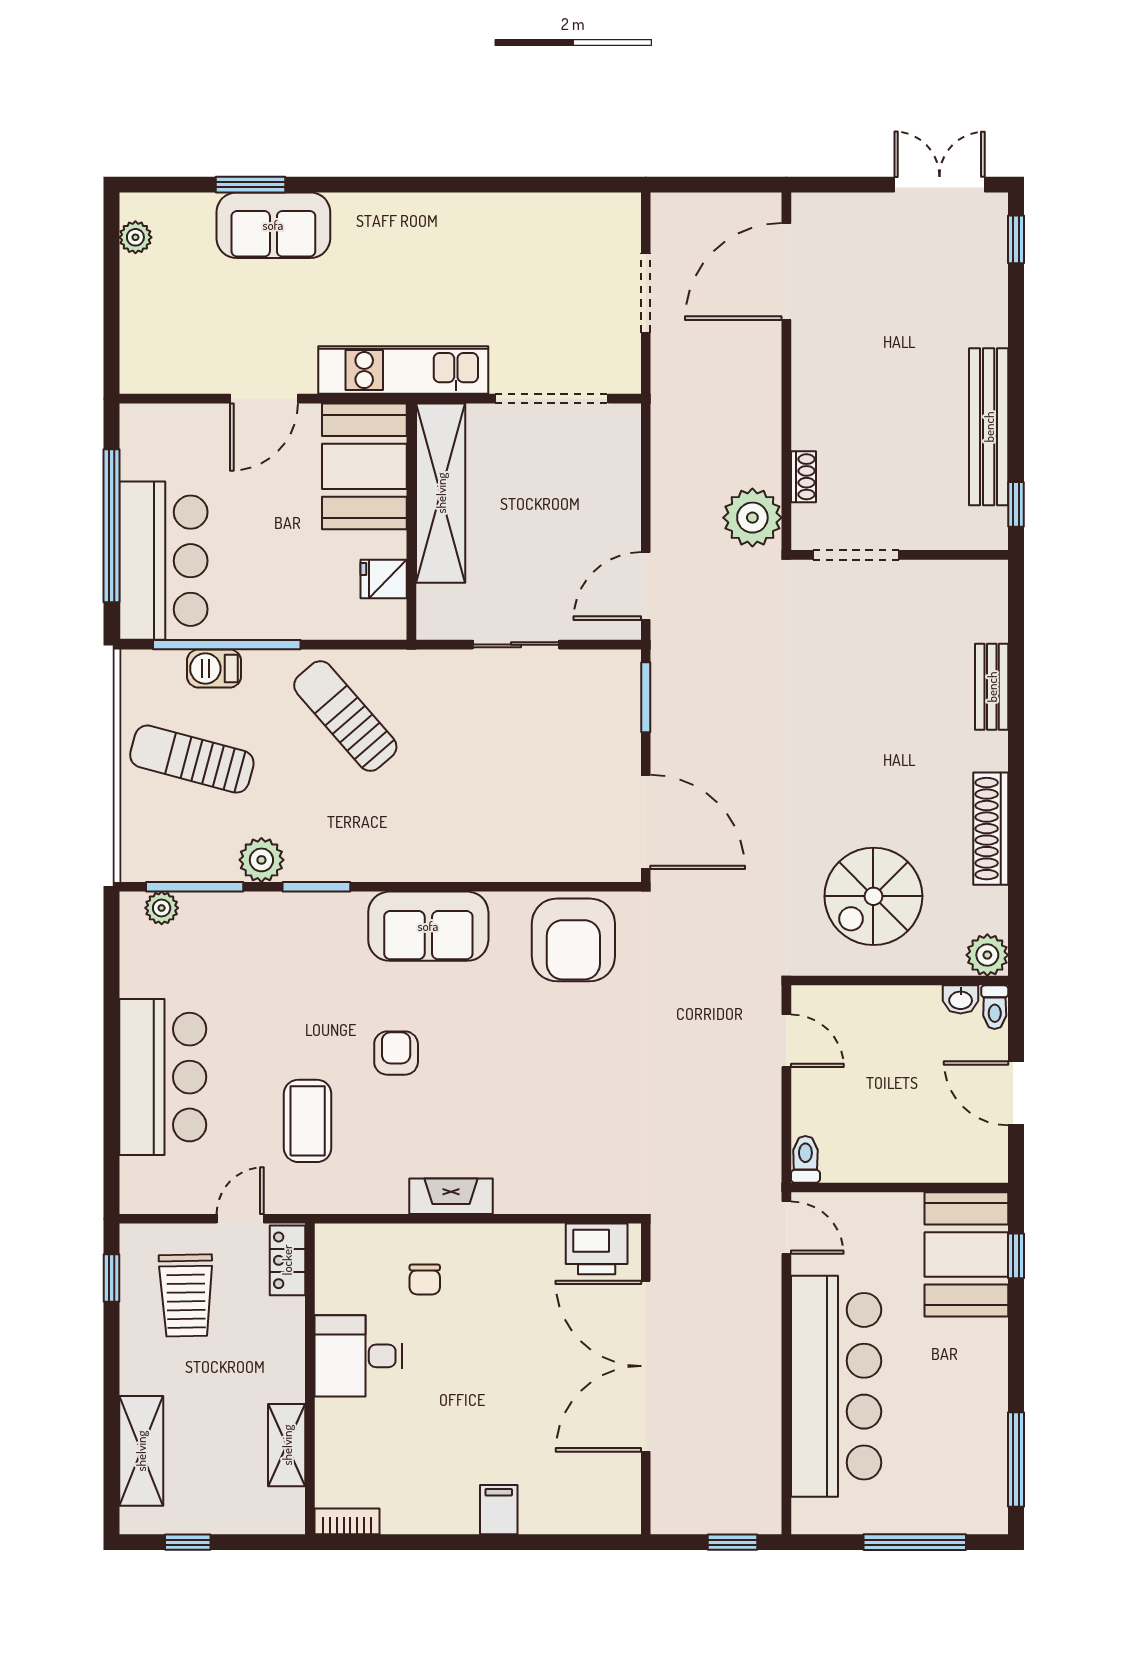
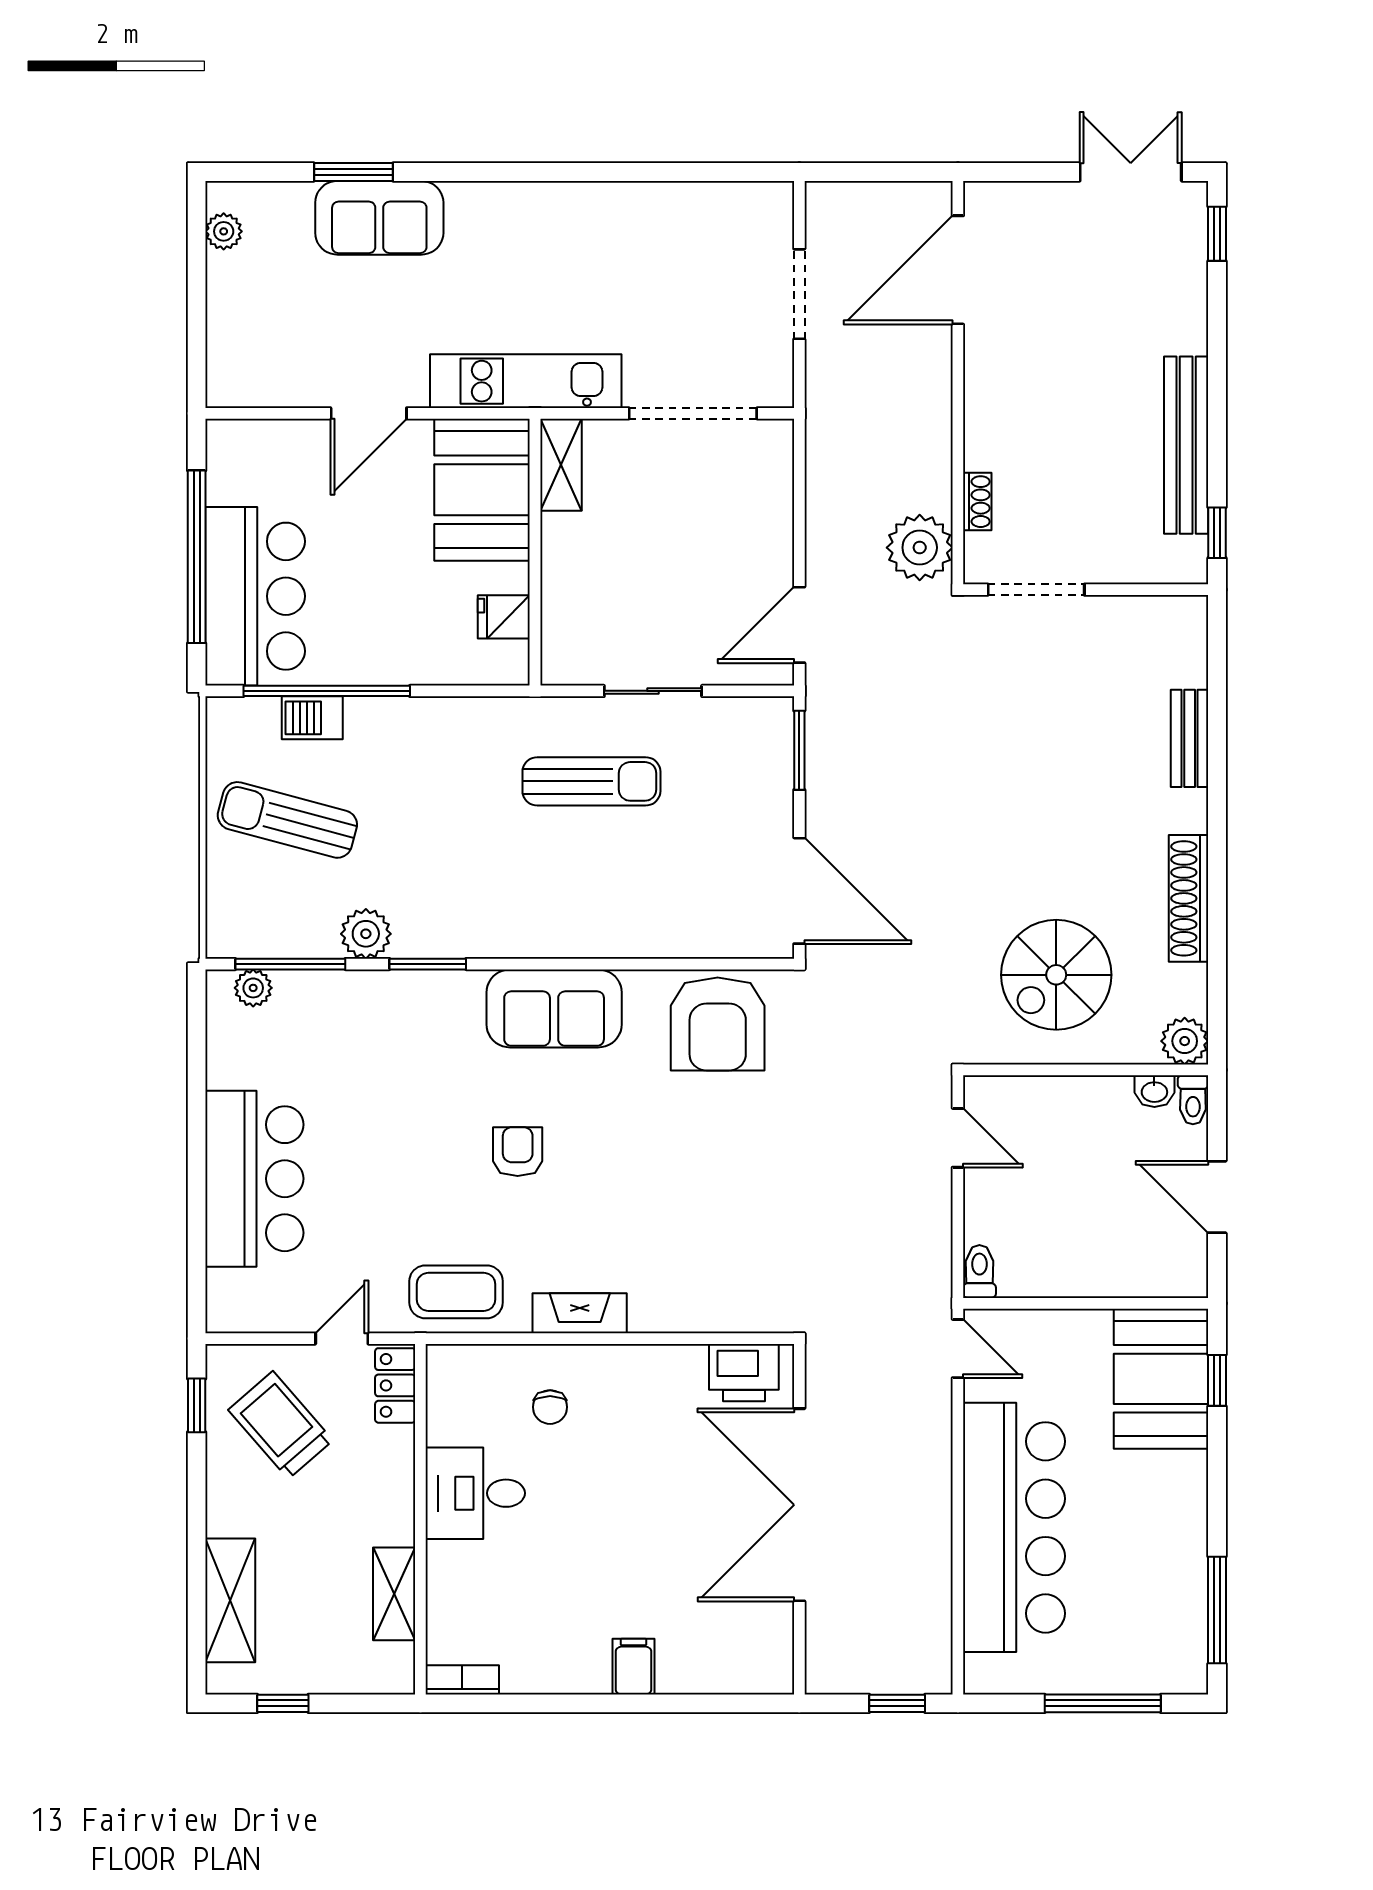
shelving: (441, 493) -> (561, 465), width x0.45, depth x0.75
sun lounger: (345, 716) -> (591, 781), moved, turned 131
coffee table: (308, 1121) -> (456, 1292), moved, turned 90
trolley: (186, 1295) -> (281, 1425), turned 140

